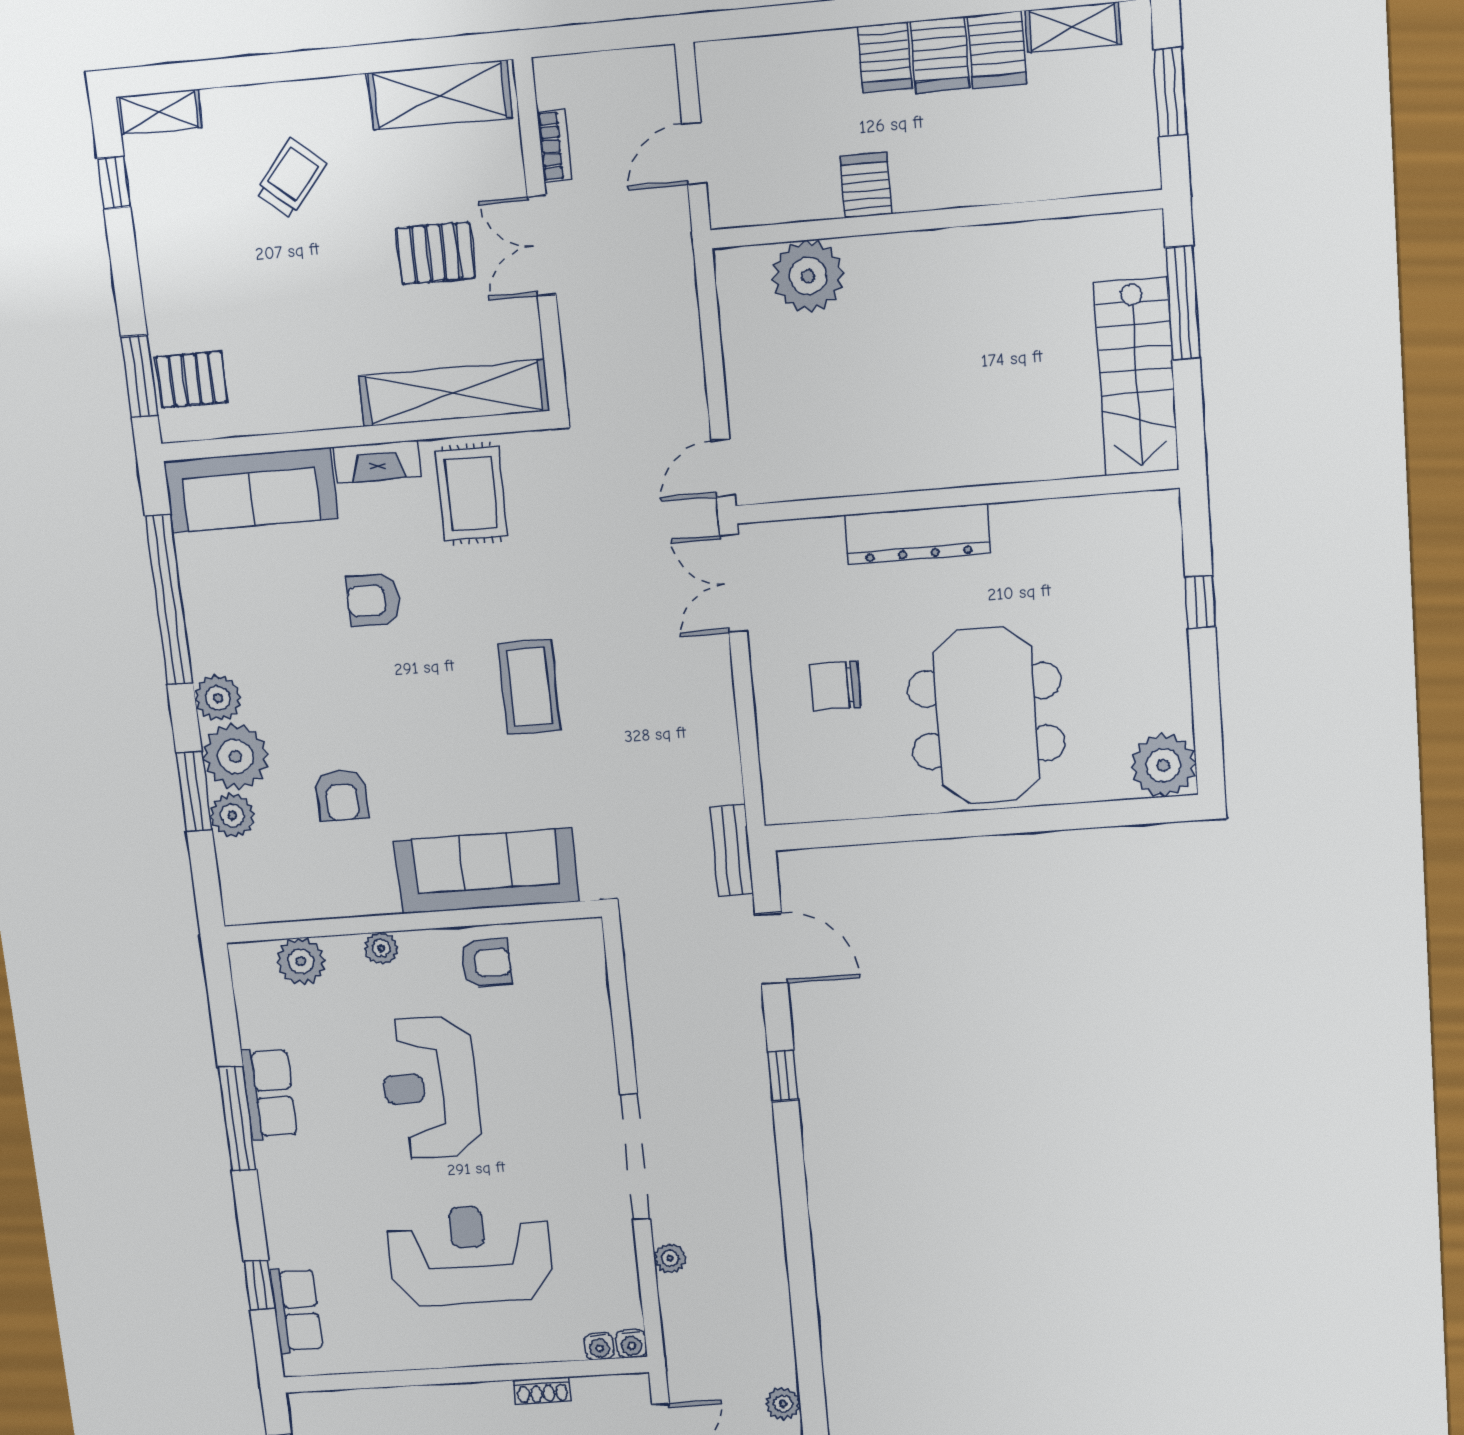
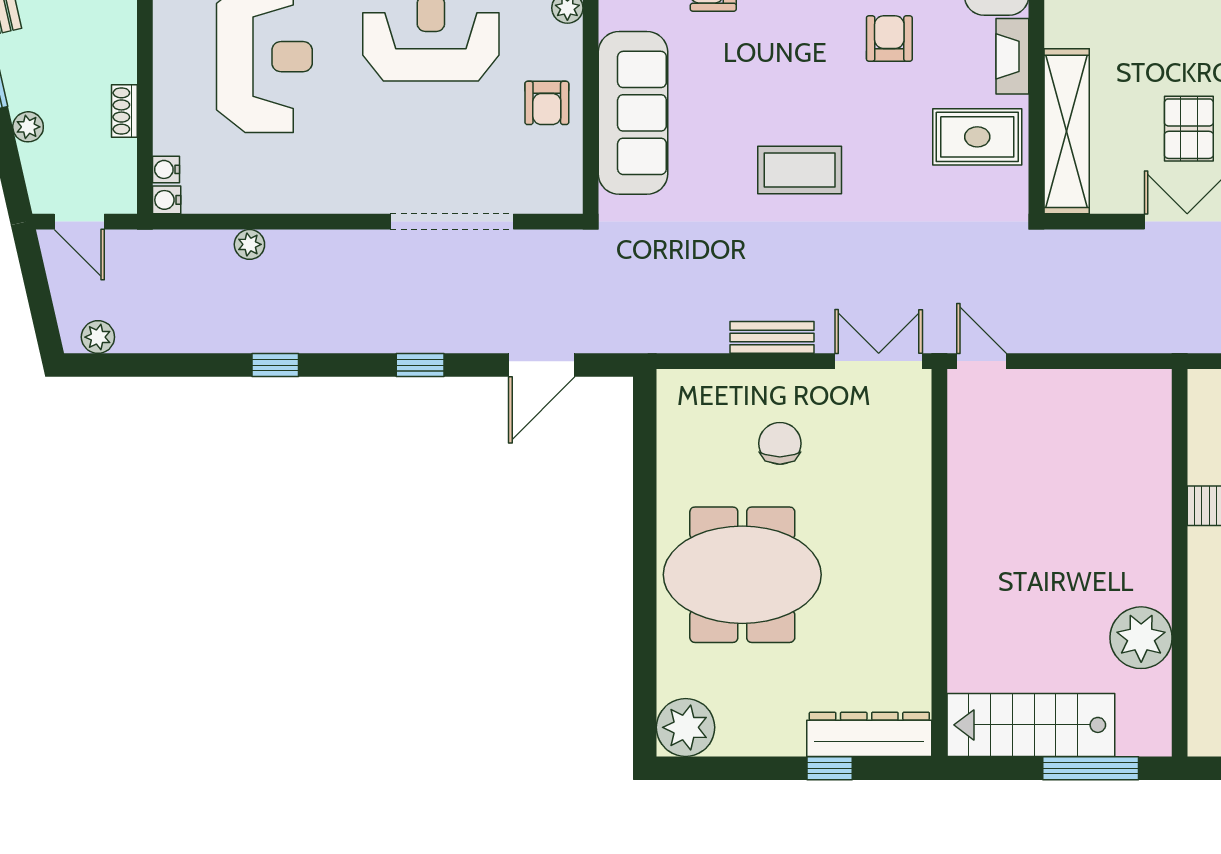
plant: (808, 276) -> (1141, 638), moved
dresser: (917, 534) -> (869, 734), moved, turned 90
bench: (732, 851) -> (772, 337), moved
doorway: (635, 1157) -> (452, 222), moved
window: (797, 1224) -> (275, 365), added

